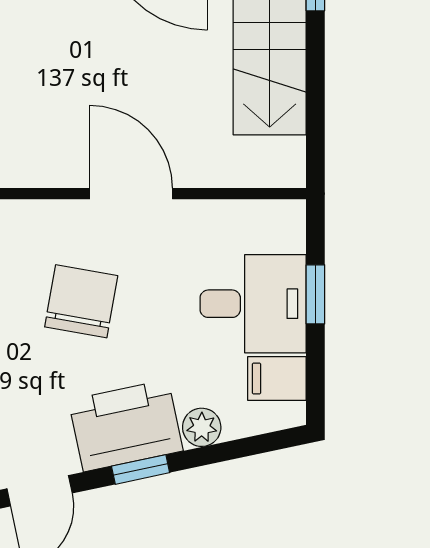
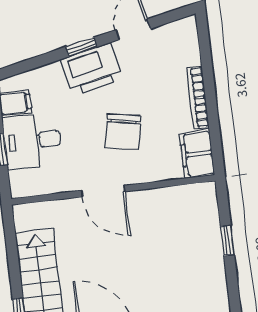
plant: (202, 427) -> (52, 73), removed

